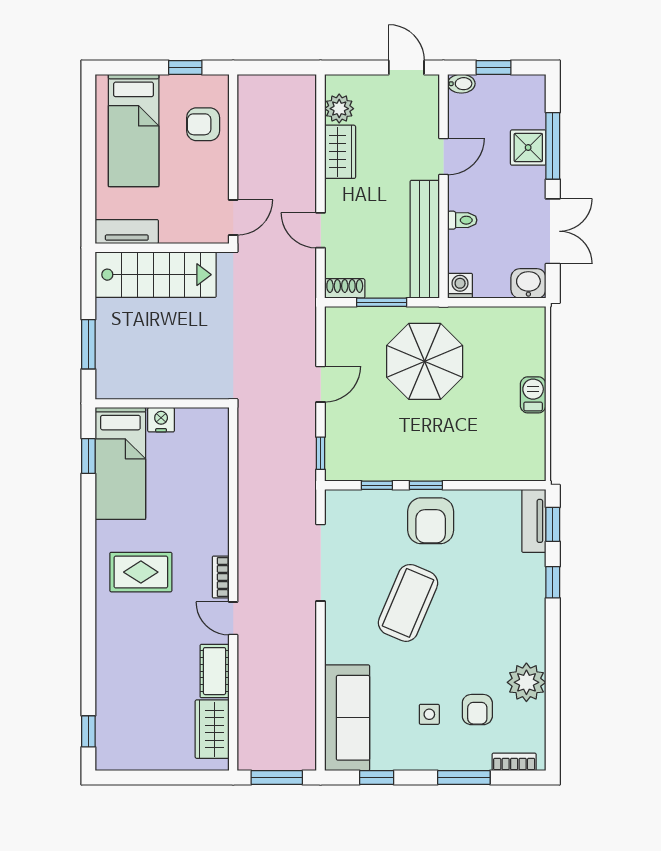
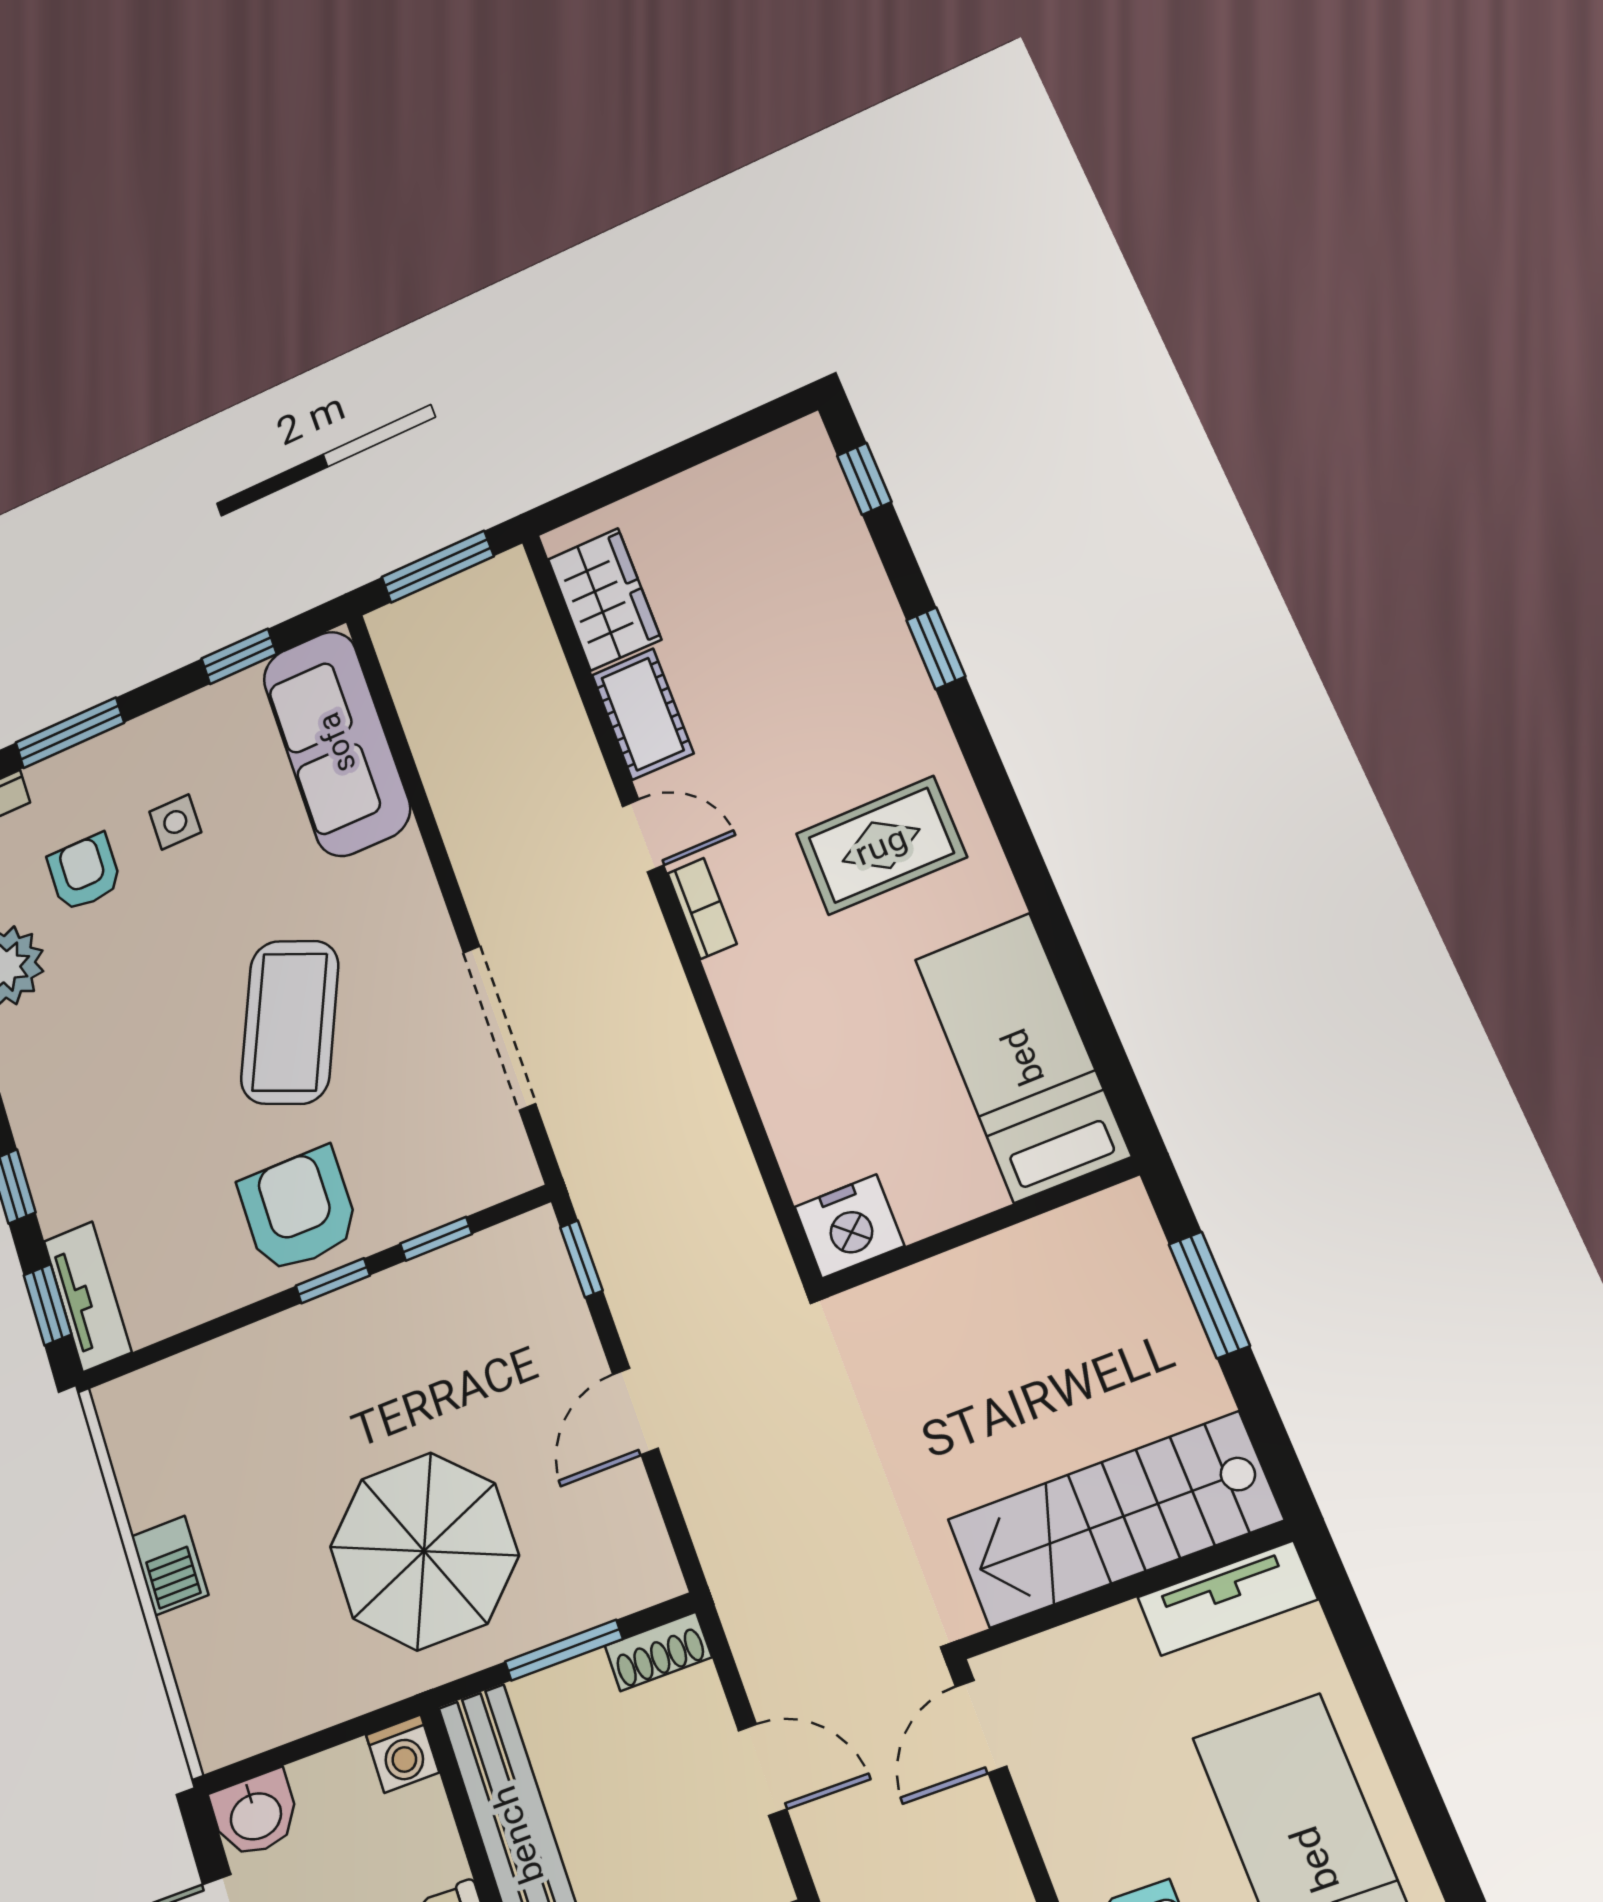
nightstand: (161, 420) -> (849, 1226), moved, width x1.36, depth x1.33
window: (88, 456) -> (936, 648), moved

